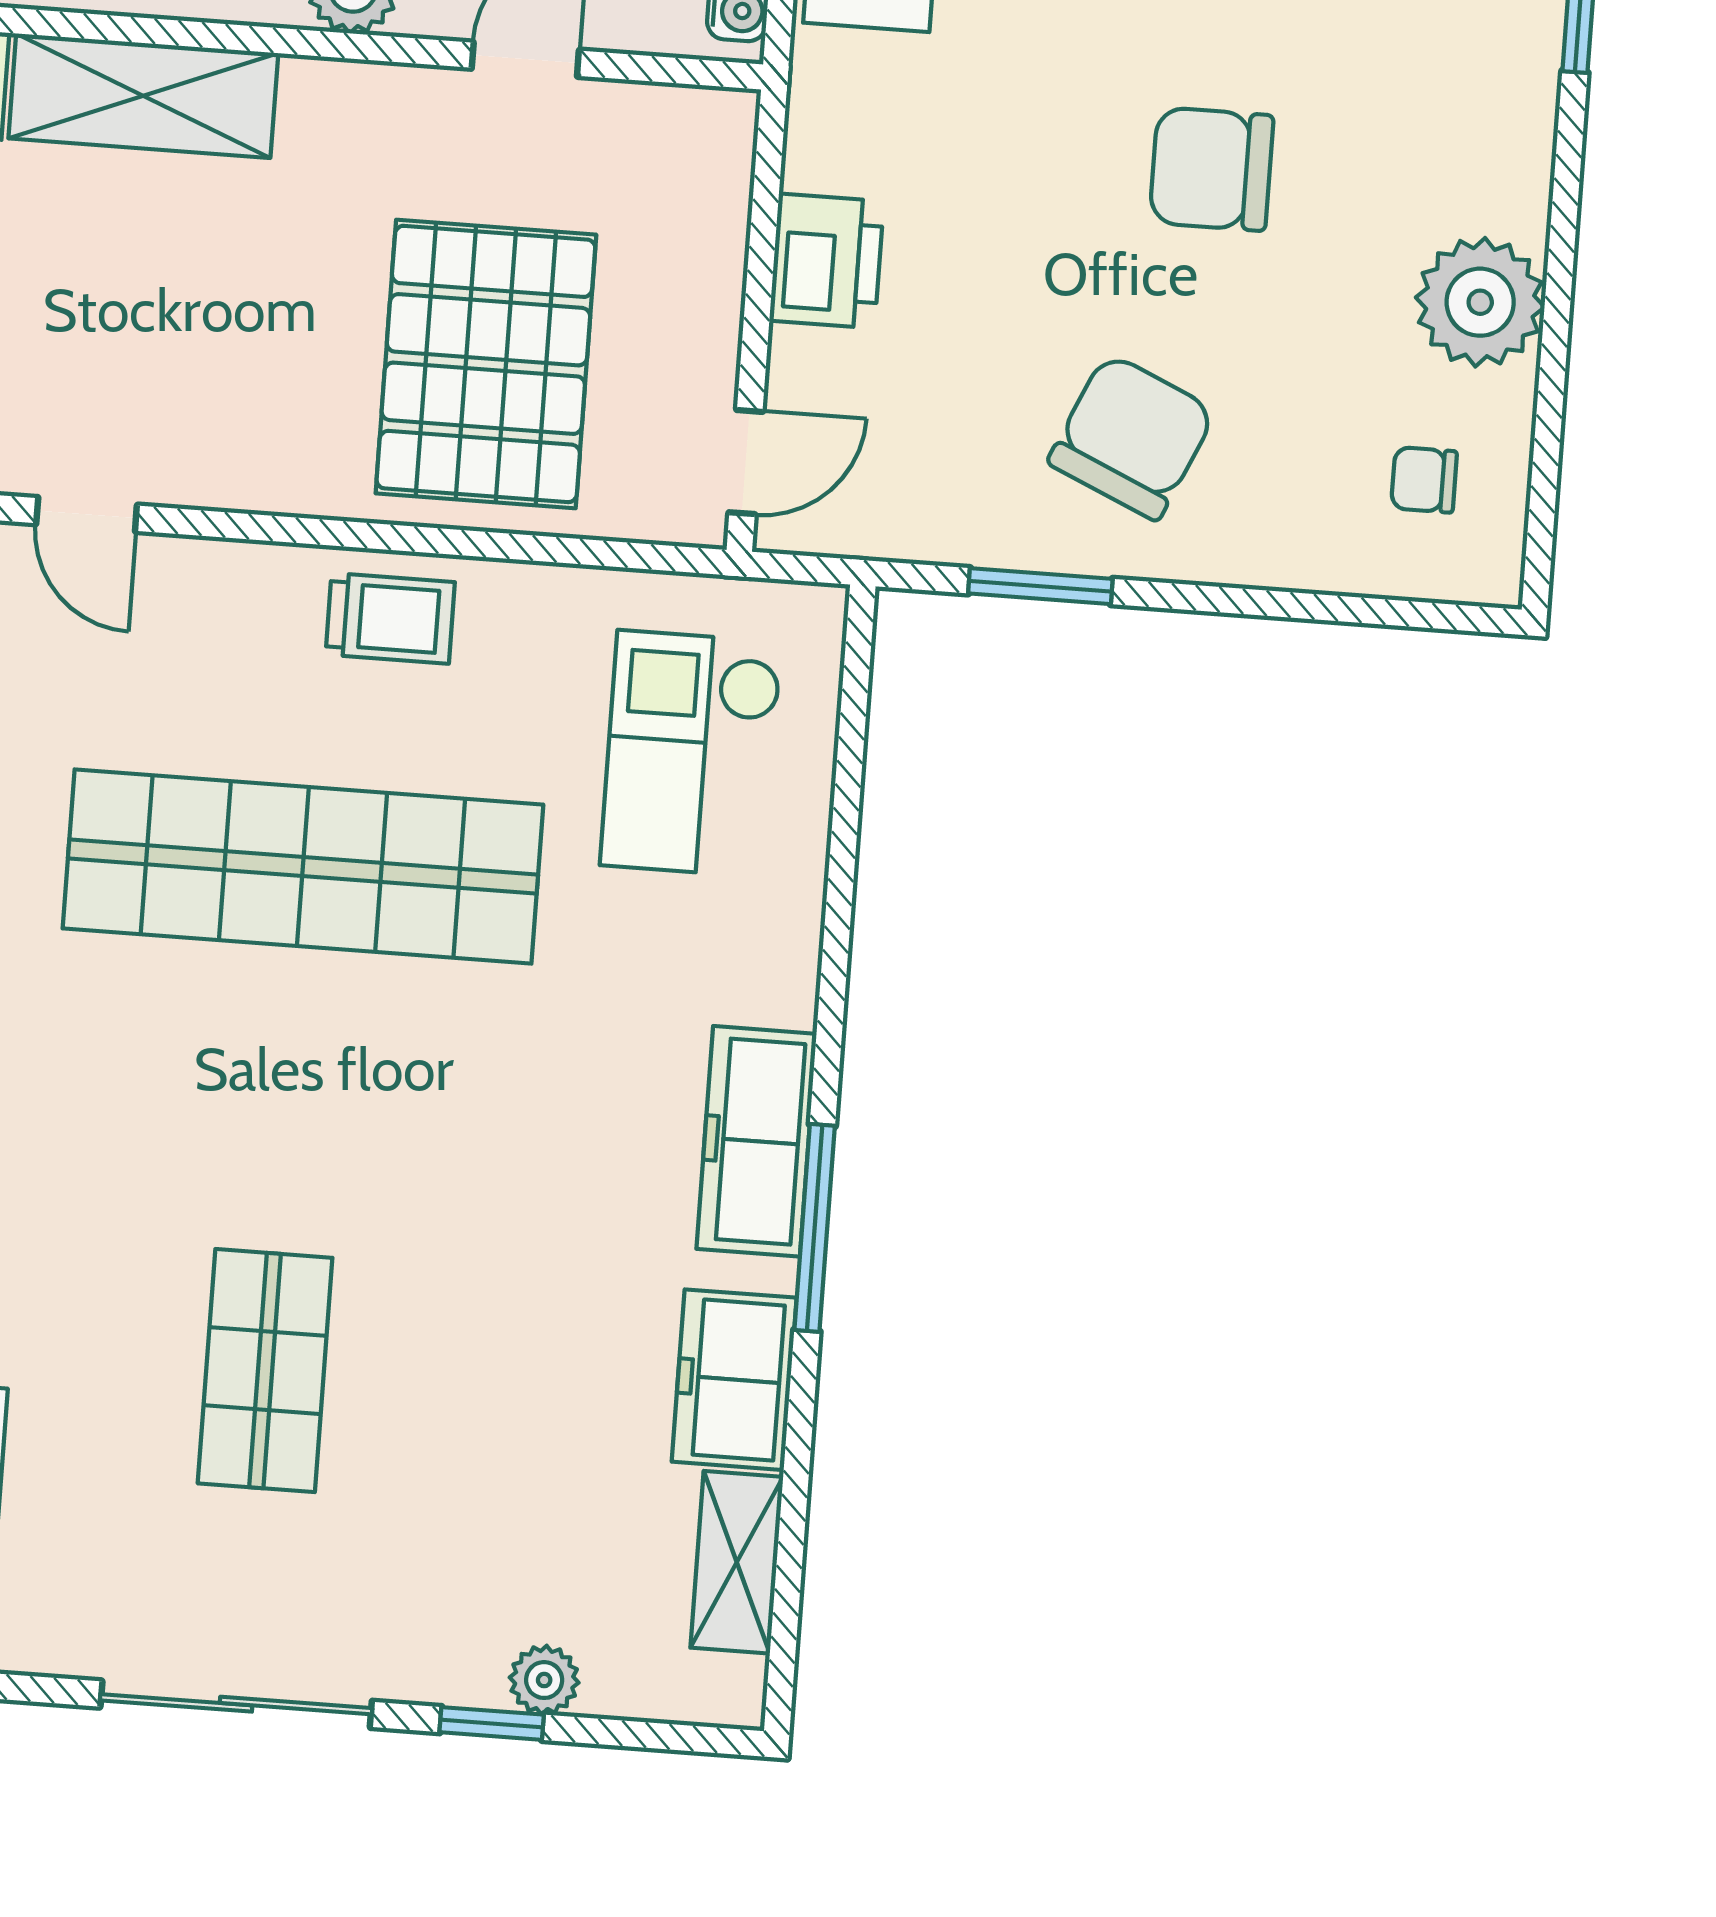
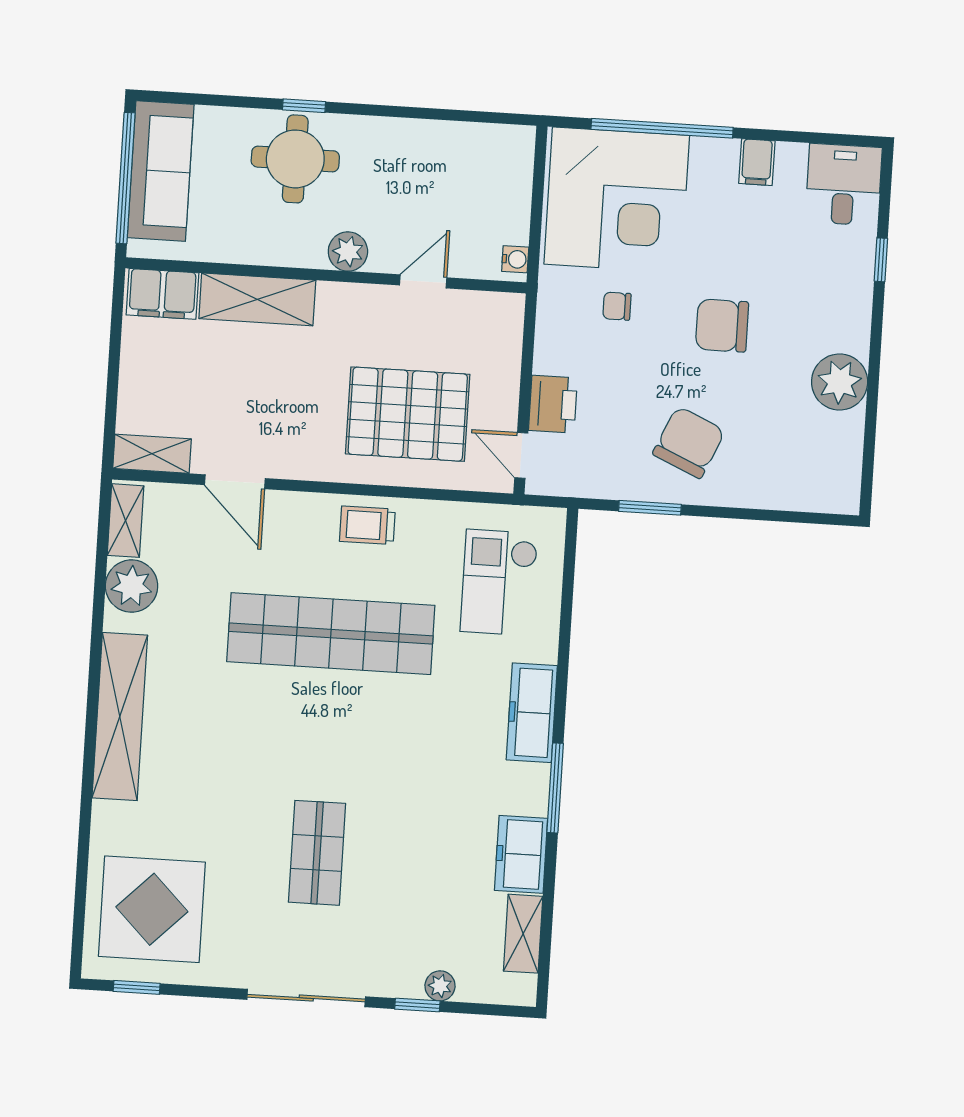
printer: (827, 261) -> (553, 404), moved
pallet: (486, 364) -> (408, 414), turned 90
door: (746, 462) -> (521, 455), swing flipped
chair: (1424, 480) -> (617, 306), moved
door: (87, 514) -> (235, 482), width x1.38
trolley: (390, 618) -> (367, 525), turned 180
freezer: (756, 1141) -> (532, 713), moved

